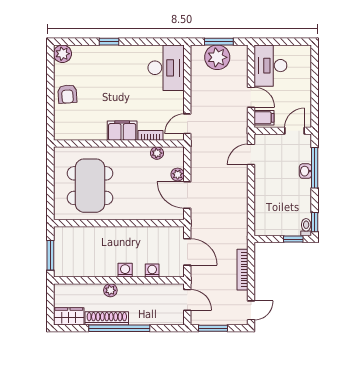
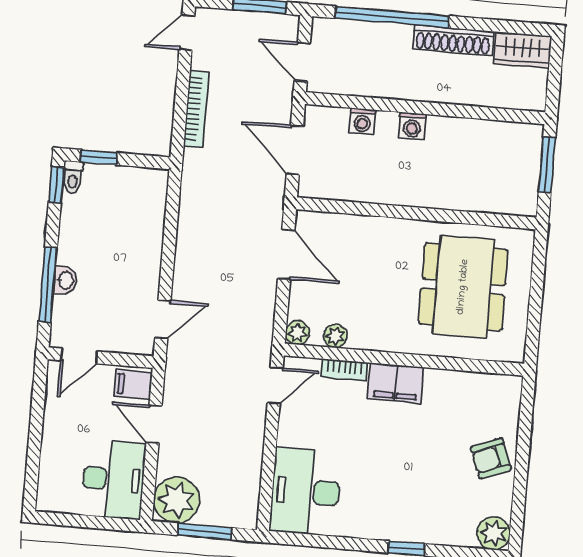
plant: (217, 57) -> (177, 500), moved
armchair: (67, 94) -> (491, 458), turned -107
plant: (178, 174) -> (298, 333), moved
plant: (110, 290) -> (442, 91), removed
window: (119, 328) -> (392, 17), moved

